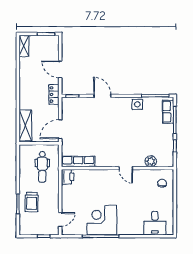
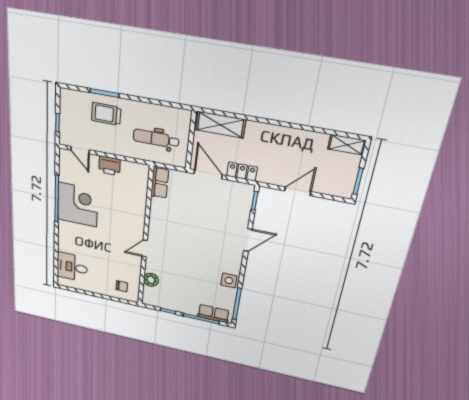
locker: (54, 94) -> (242, 172), moved
row of seats: (78, 161) -> (160, 183), width x0.68
printer: (68, 177) -> (110, 166), moved

